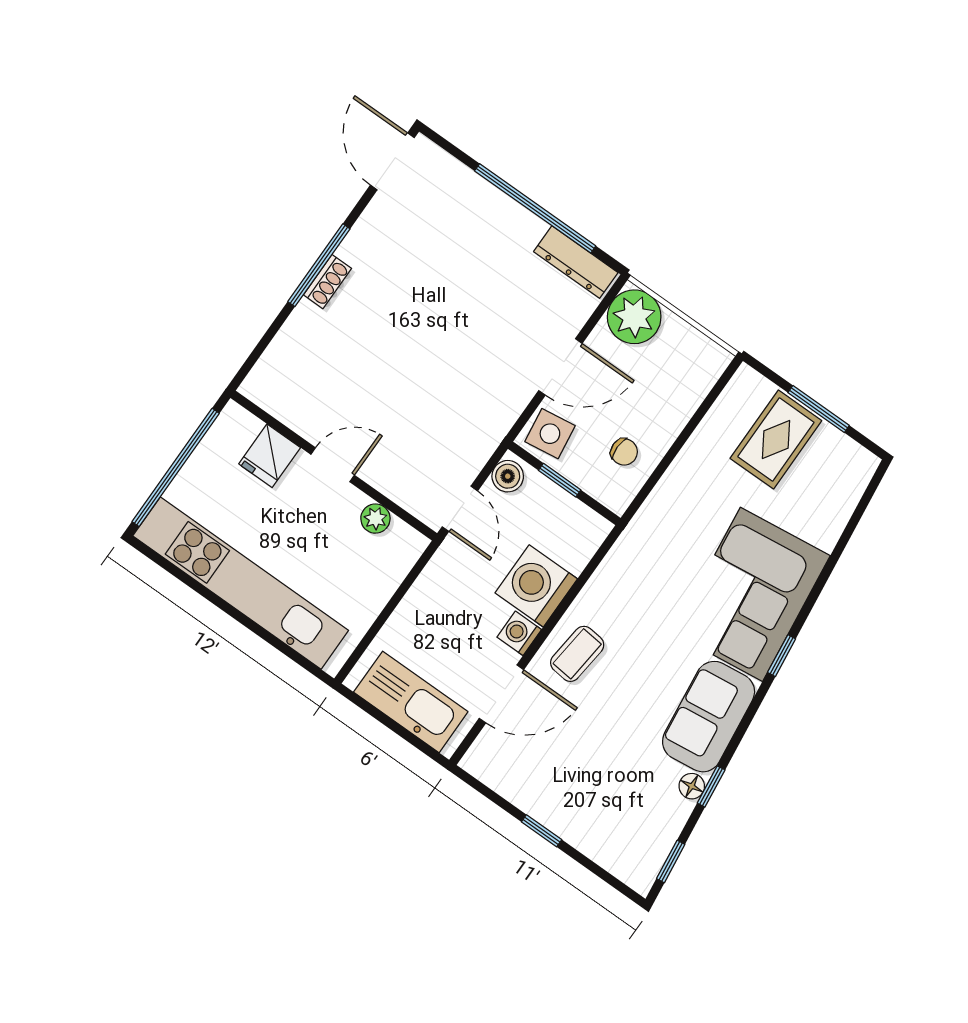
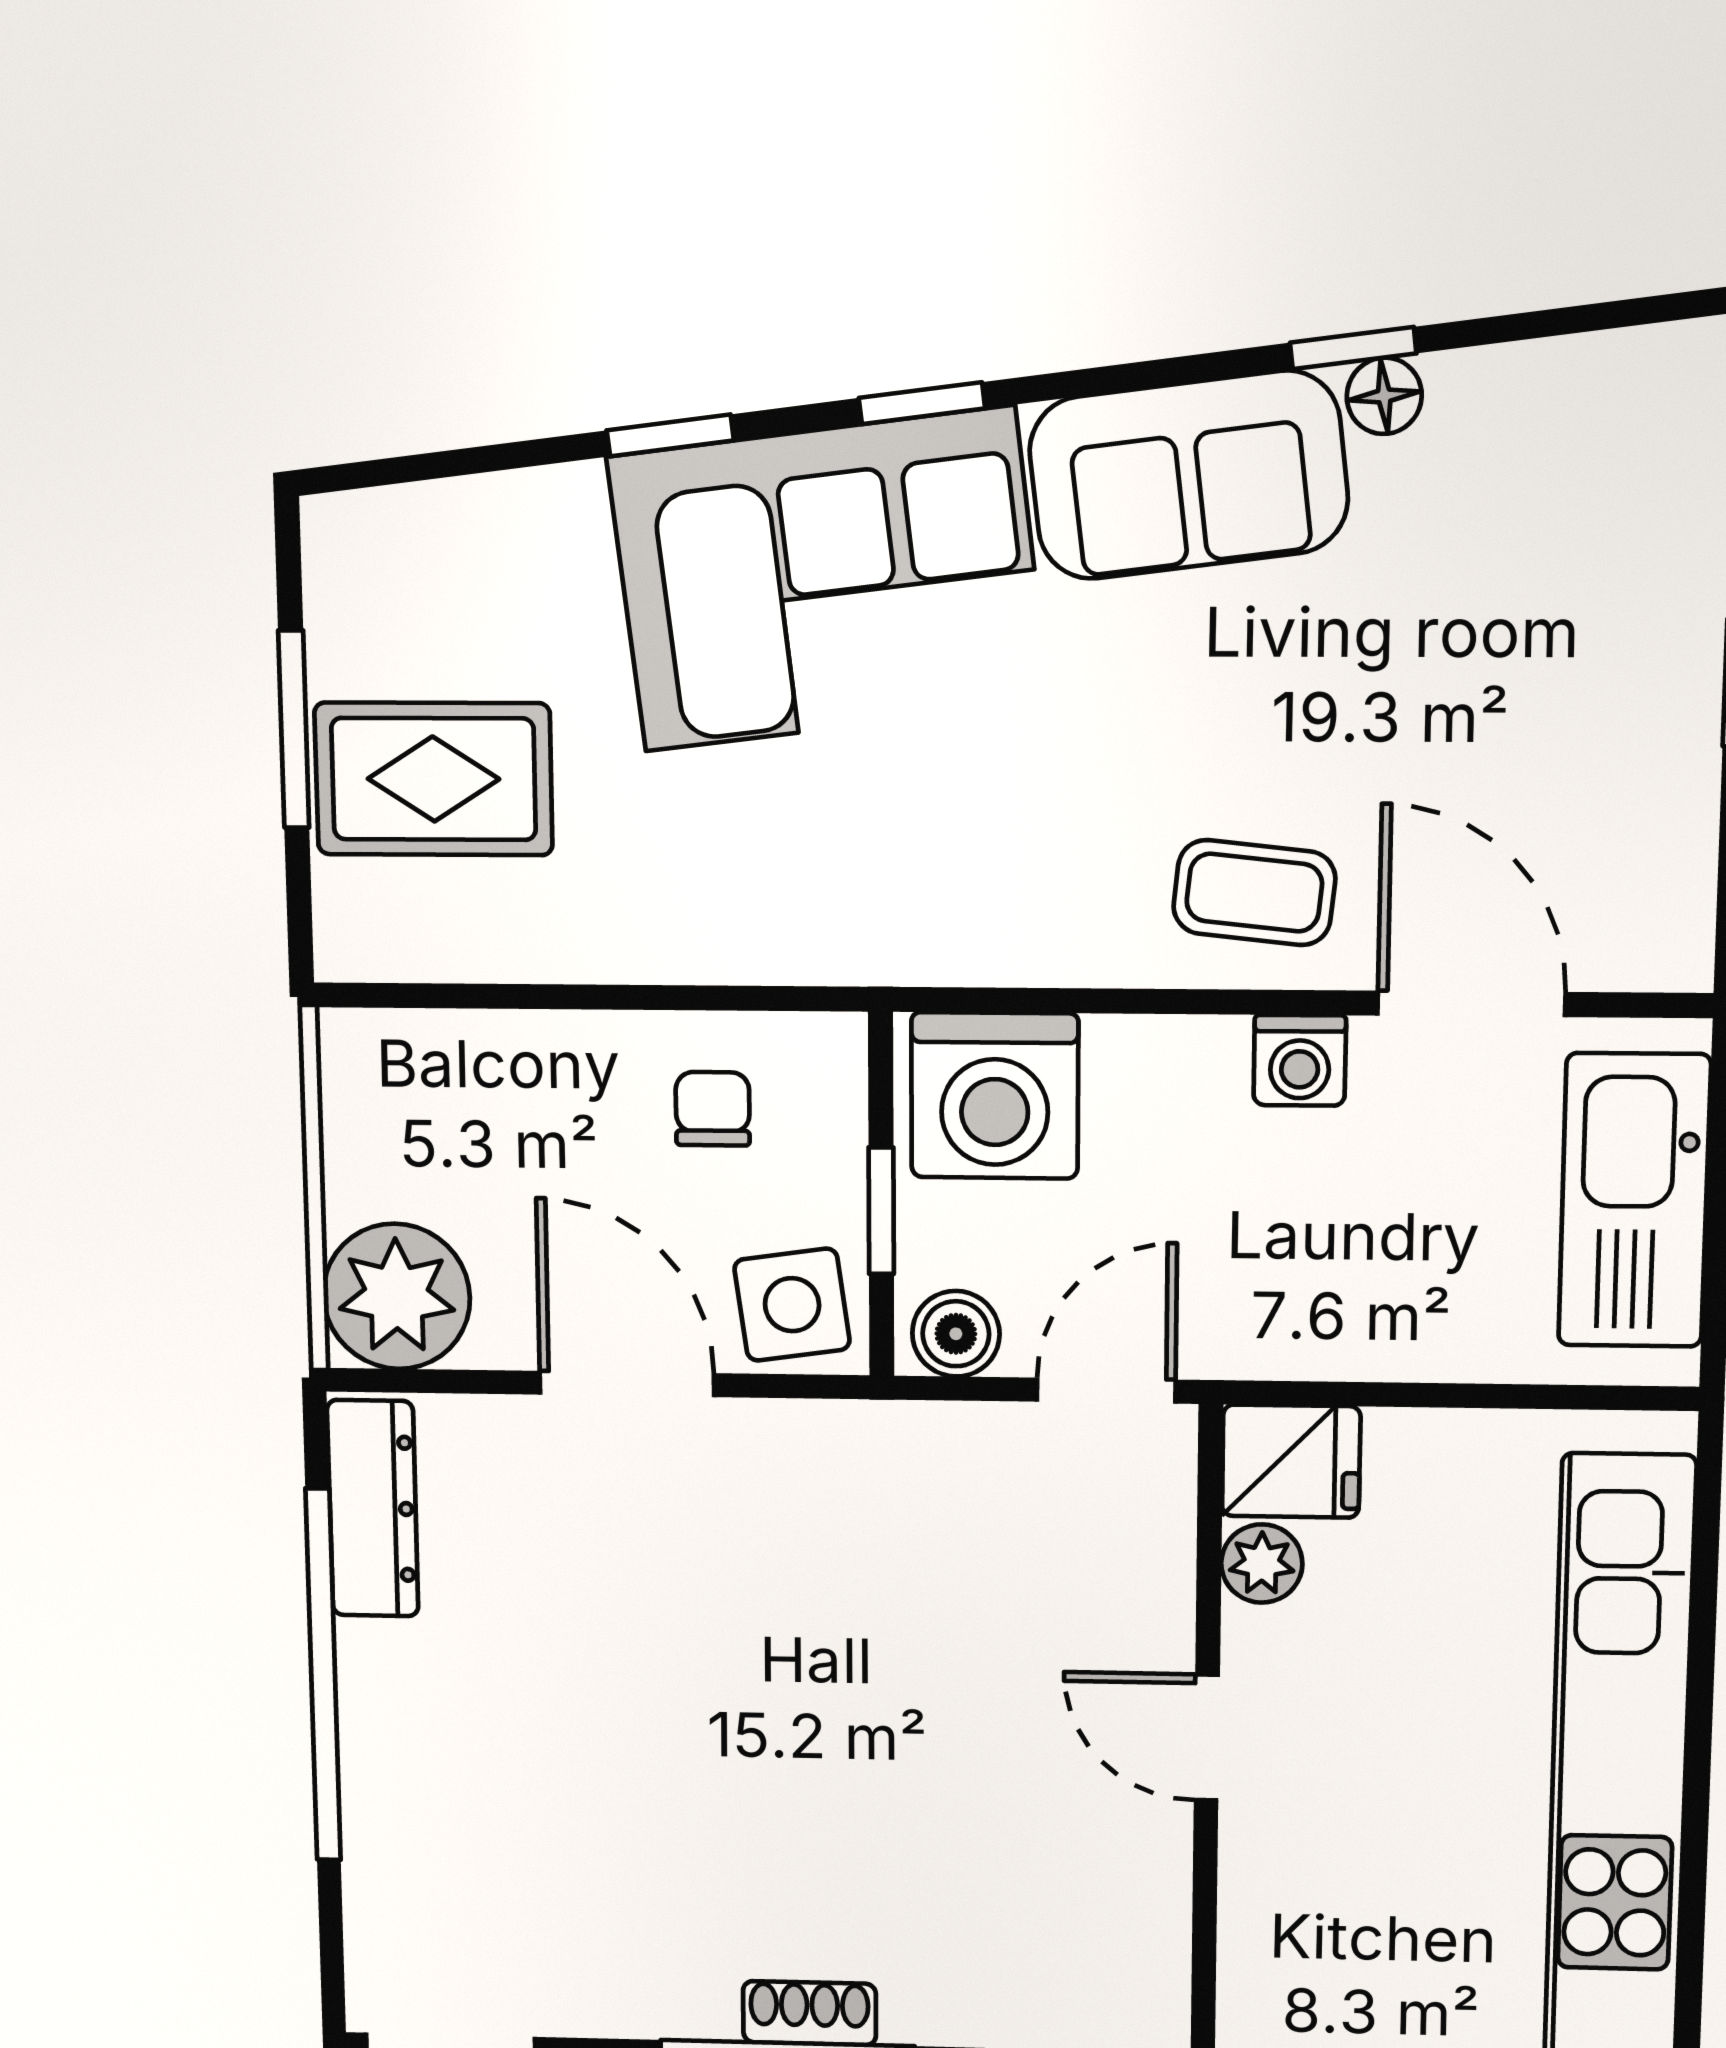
fridge: (270, 456) -> (1291, 1461), moved
washing machine: (536, 586) -> (995, 1096), moved
window: (671, 861) -> (670, 435), moved

